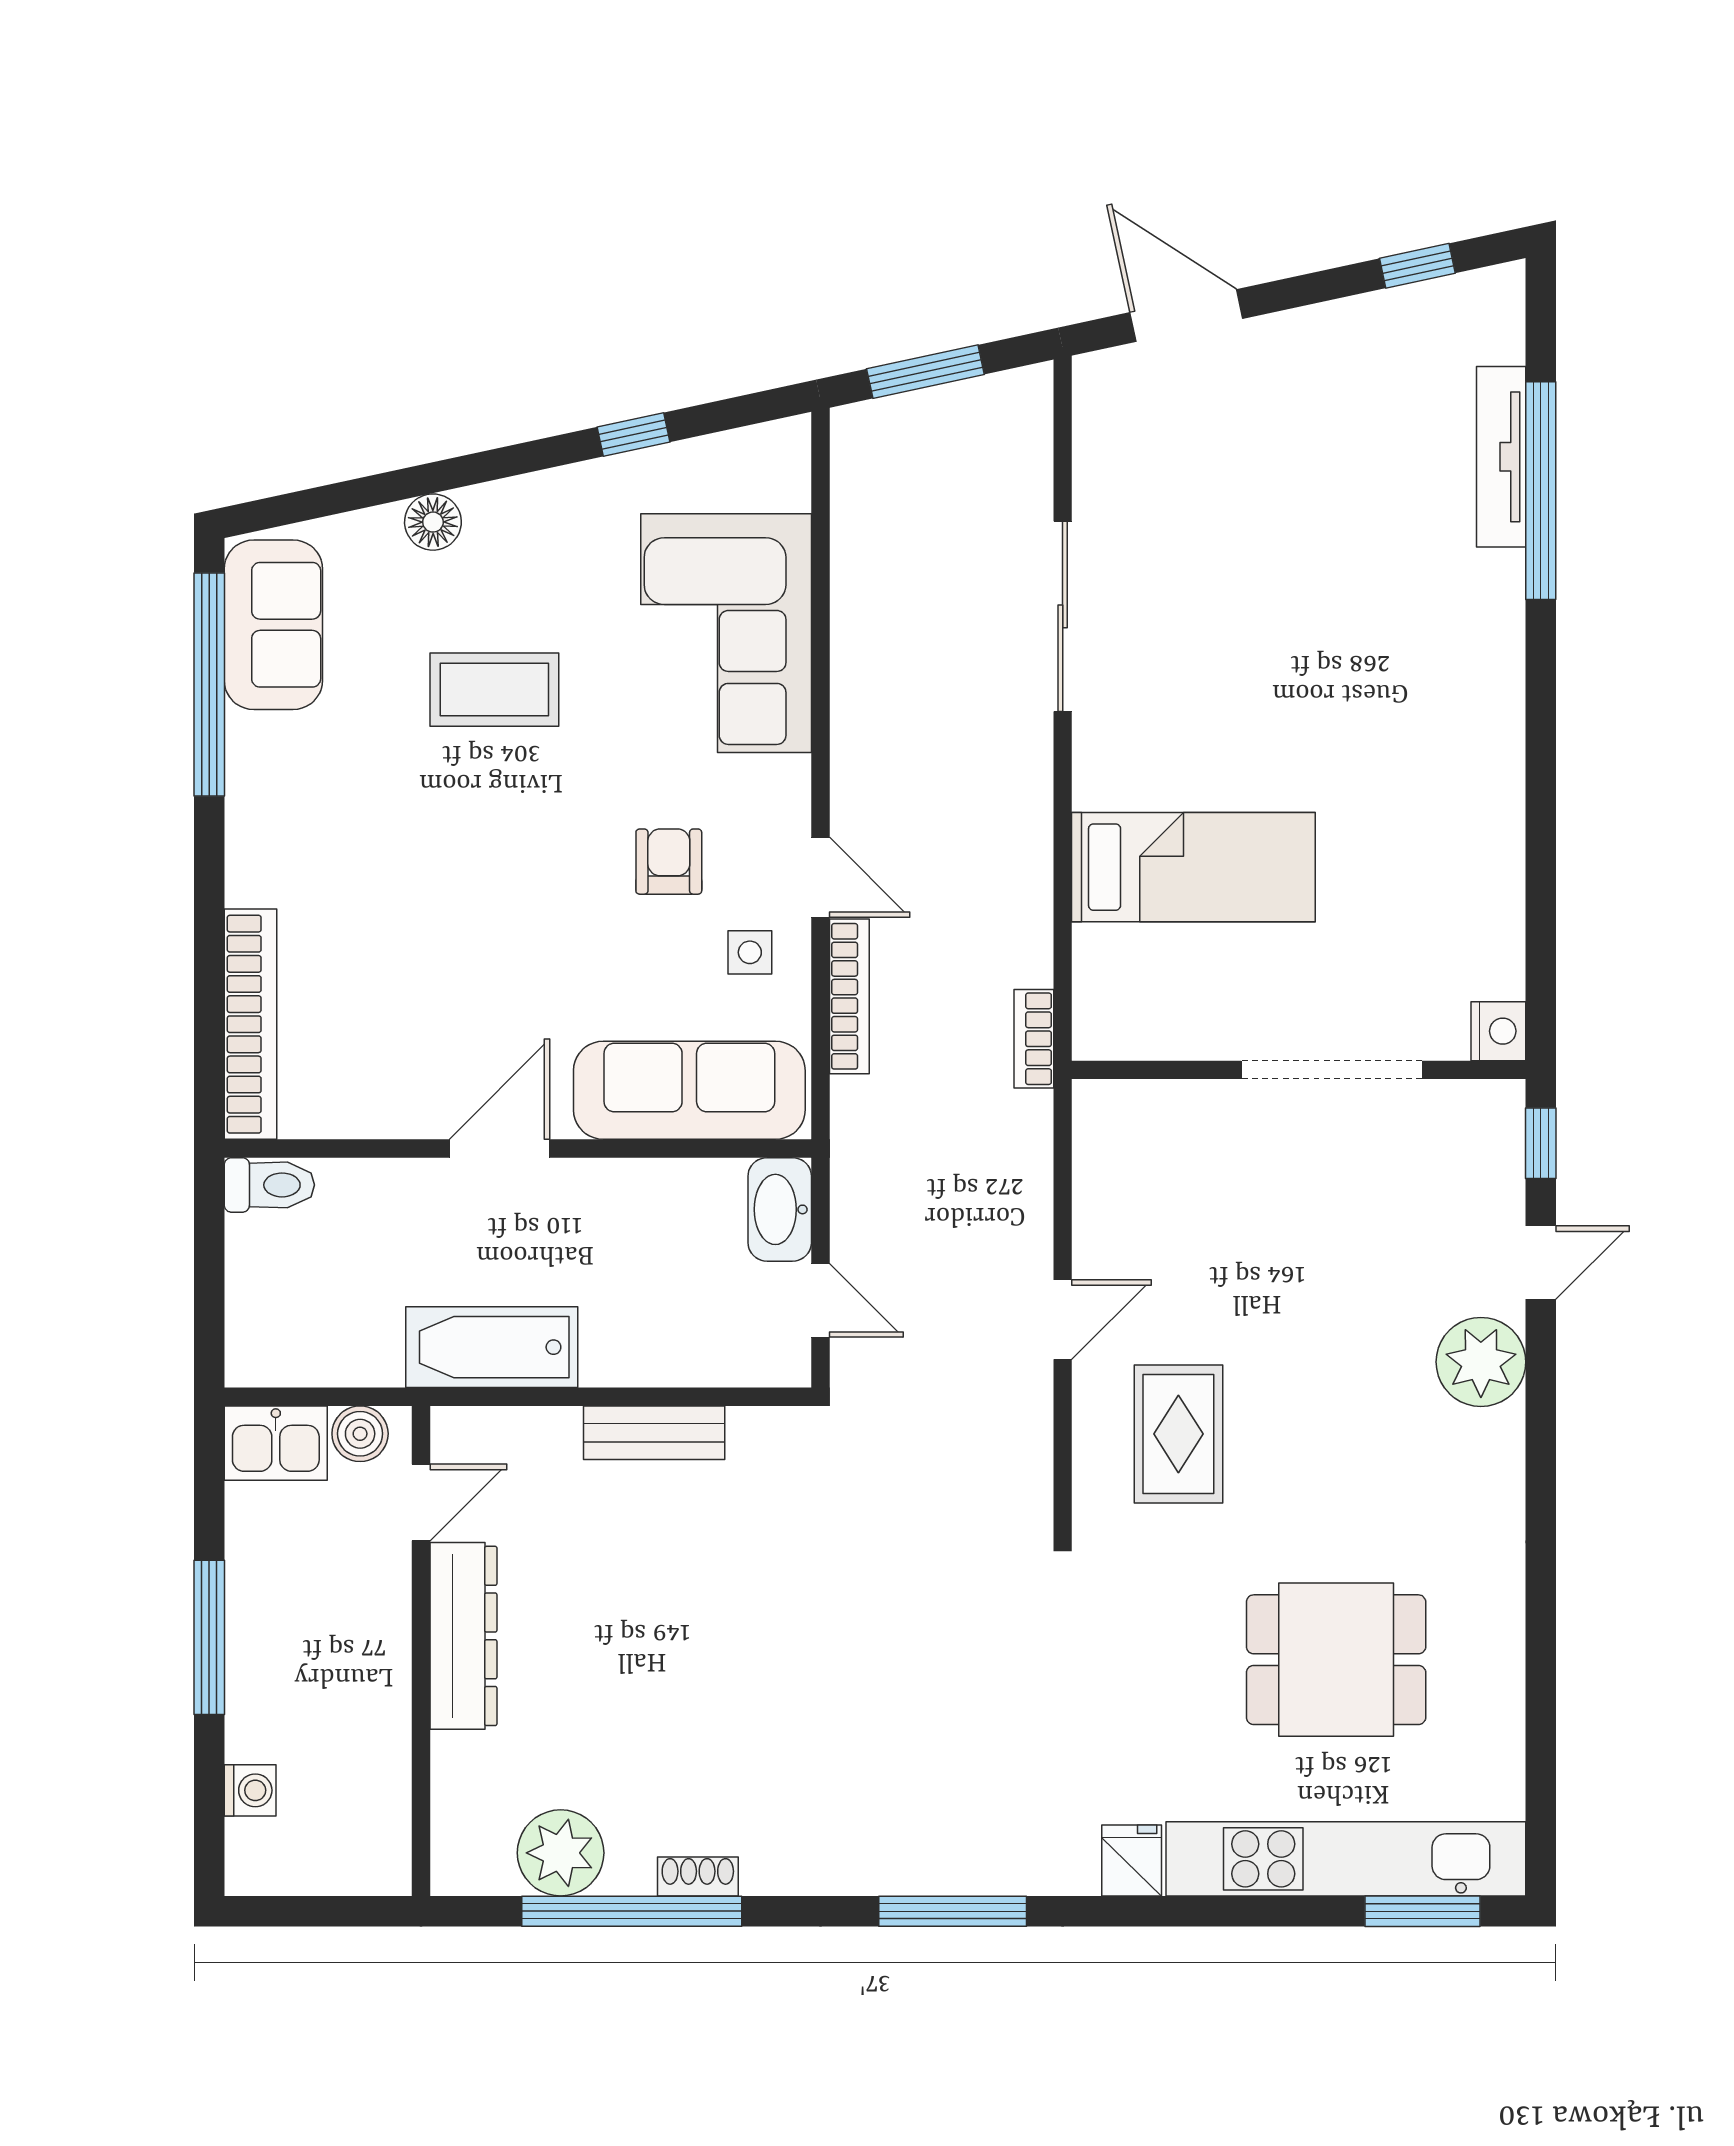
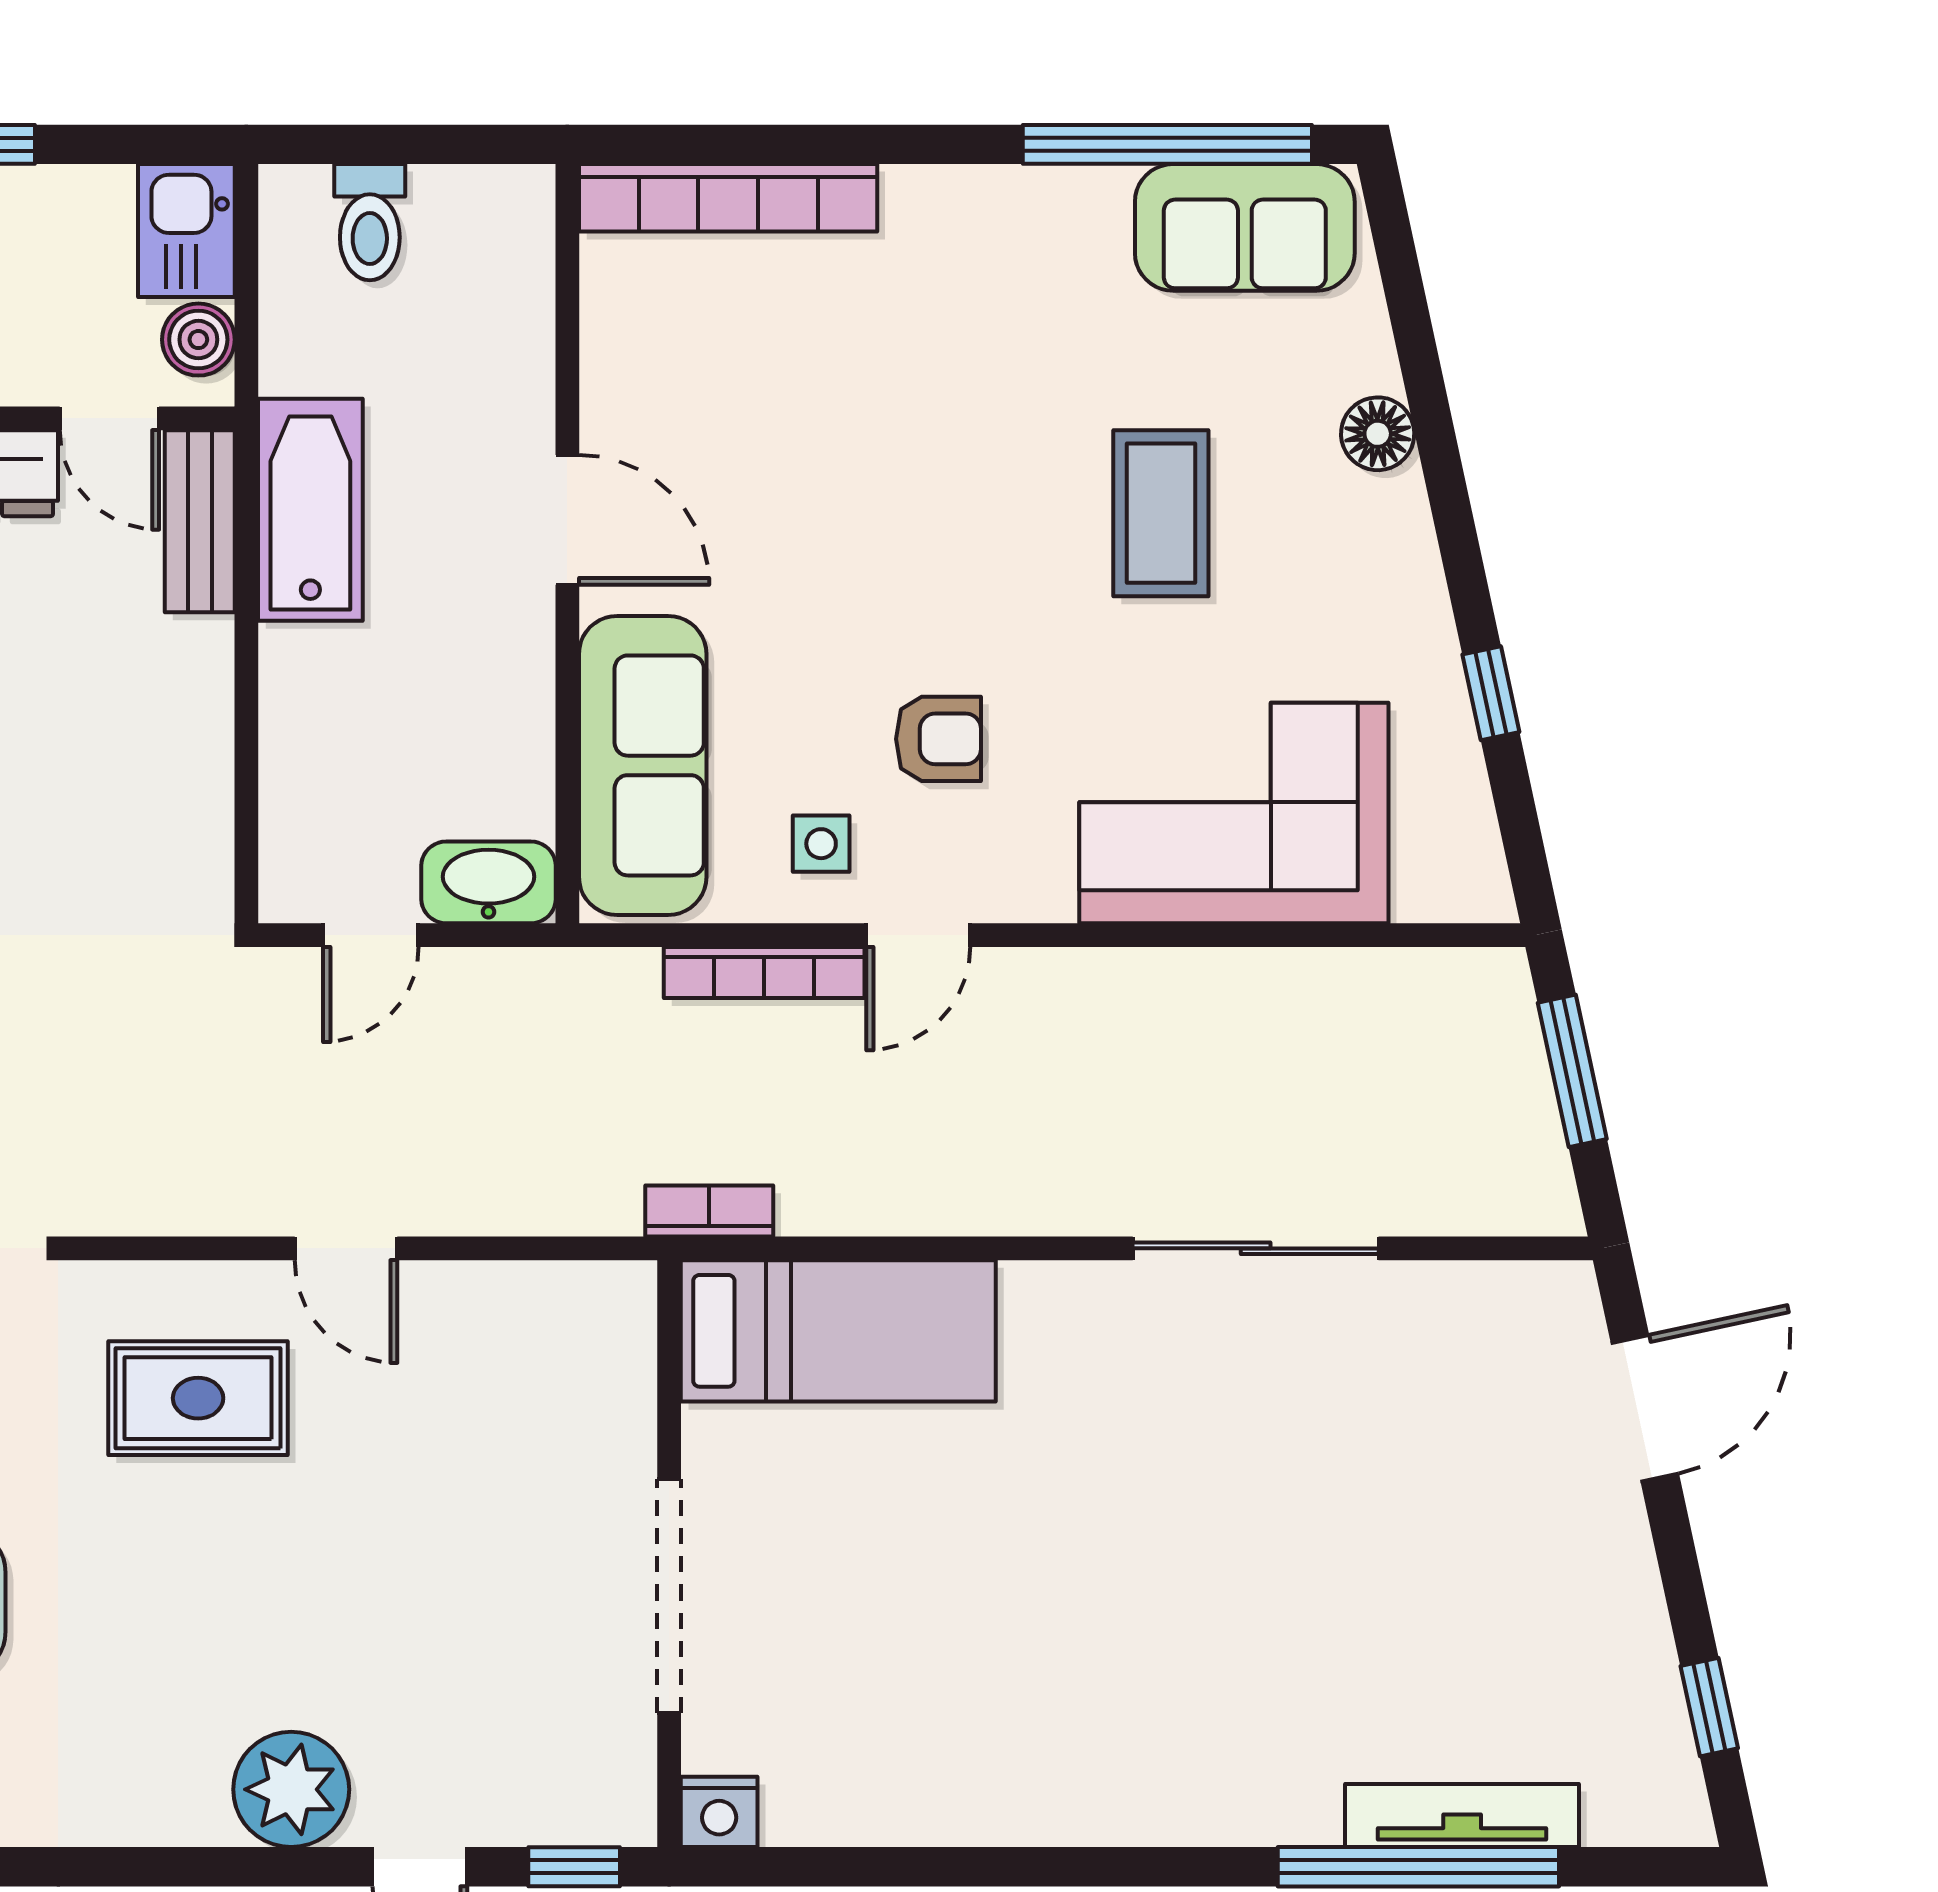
bed: (1193, 867) -> (838, 1331), moved, turned -90
toilet: (269, 1185) -> (370, 222), moved
bench: (654, 1433) -> (200, 521), moved

